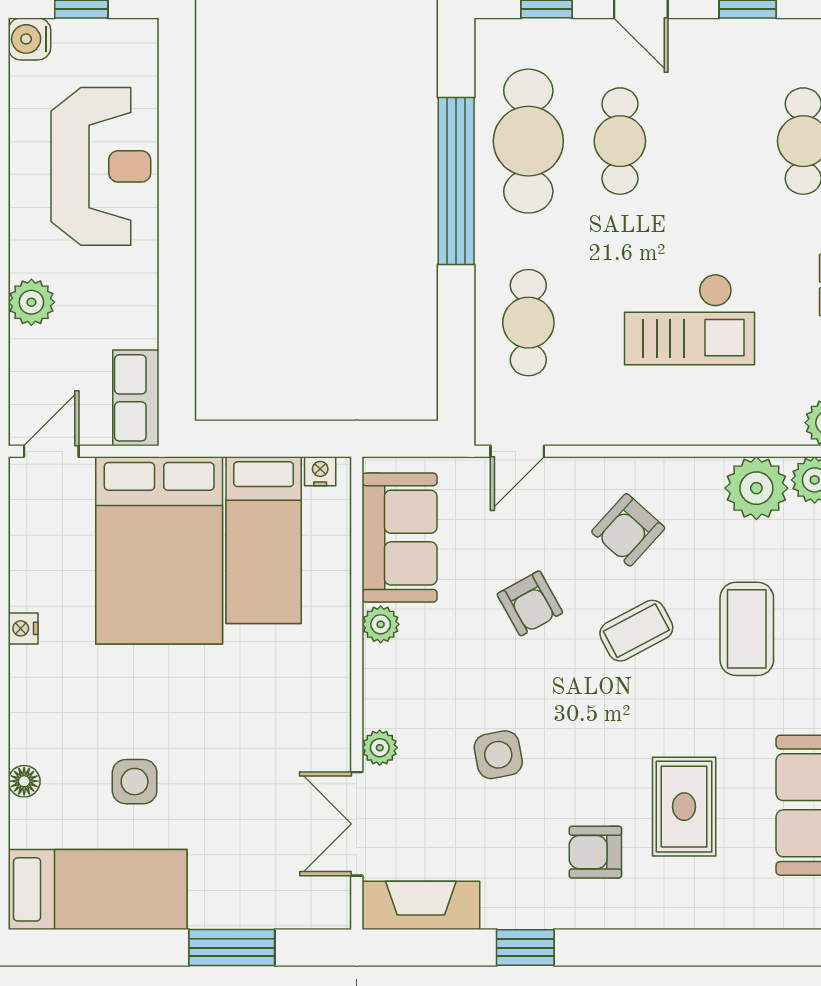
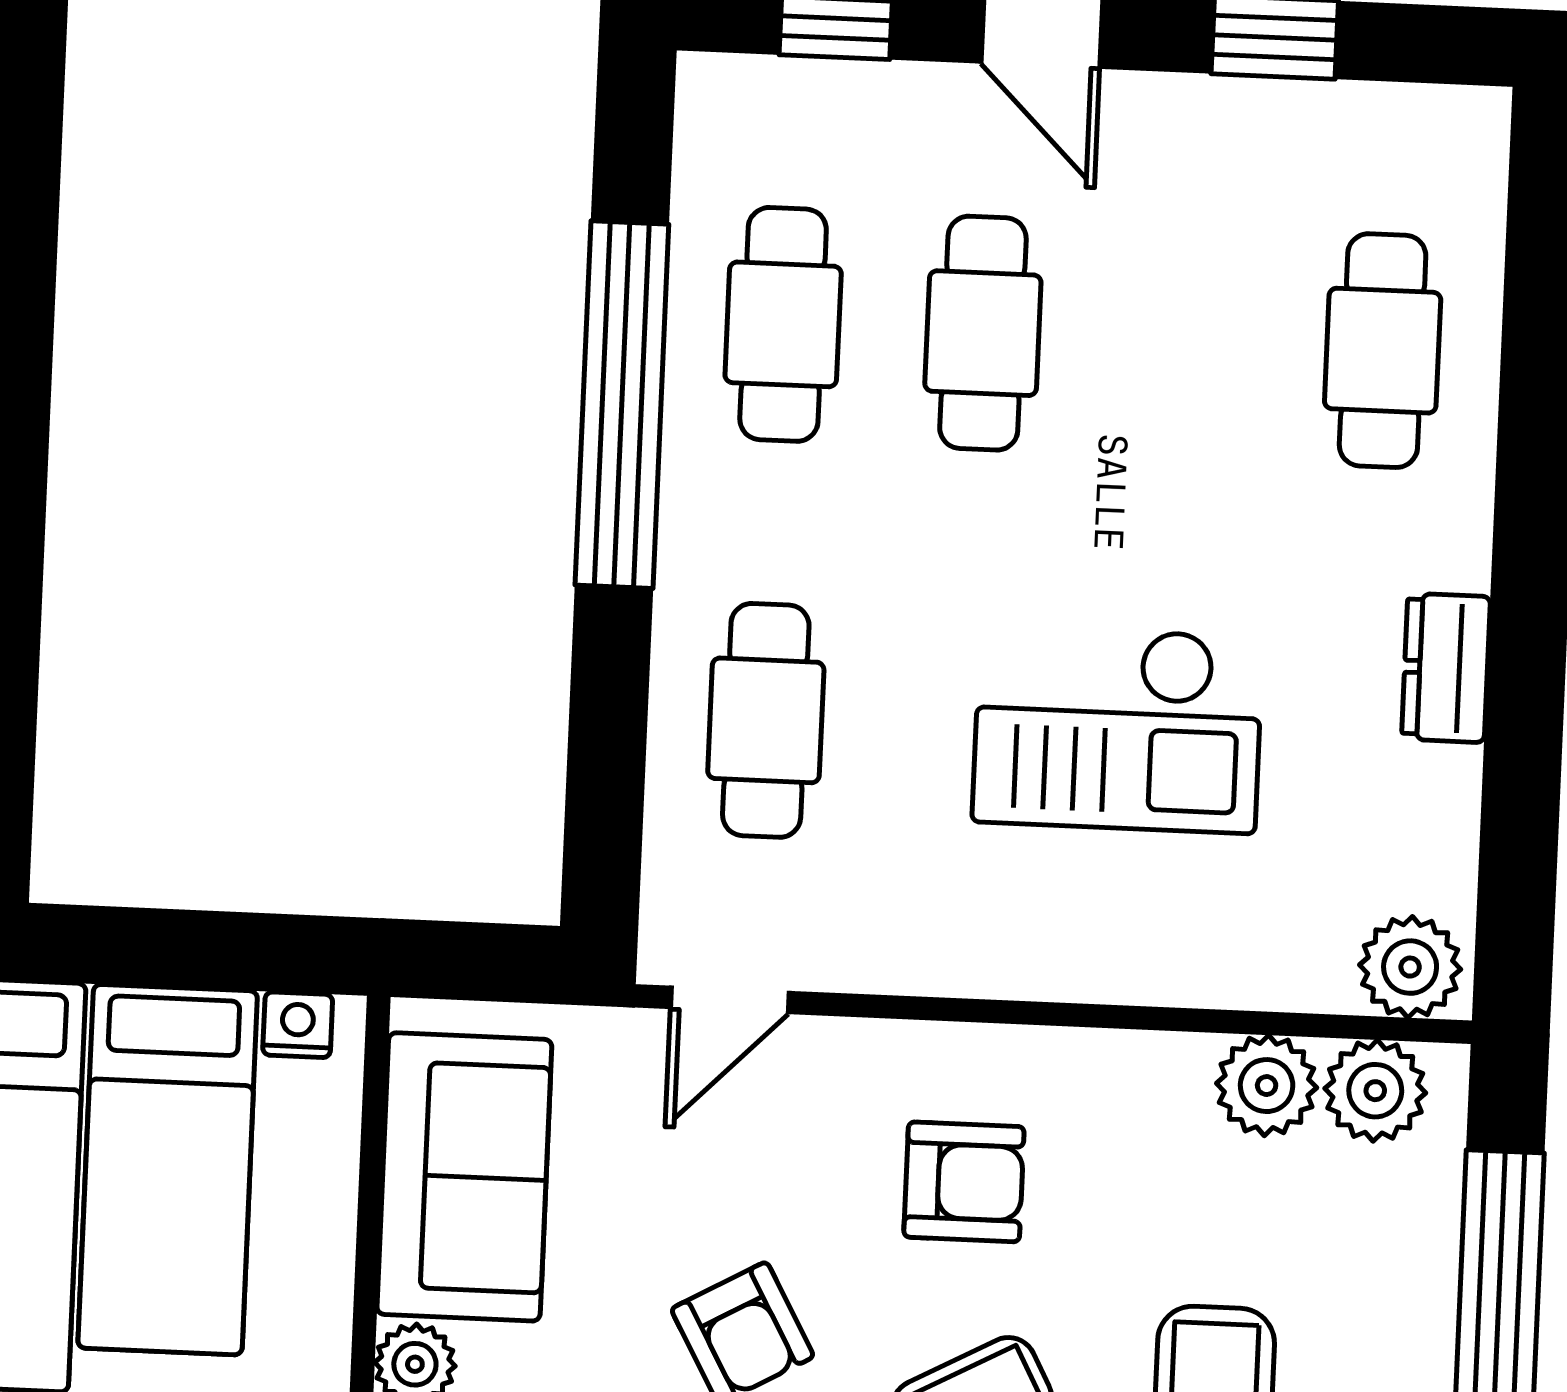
cafe table: (528, 141) -> (783, 324), width x0.73, depth x0.74
plant: (756, 488) -> (1267, 1086), width x0.73, depth x0.73
armchair: (628, 530) -> (964, 1182), turned -132

